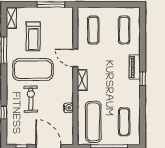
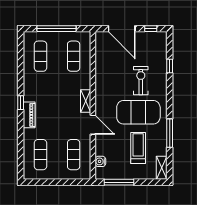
exercise bike: (31, 99) -> (141, 81), turned 180
water cooler: (68, 108) -> (100, 161), moved
exercise mat: (93, 122) -> (74, 56), width x0.73, depth x0.69

